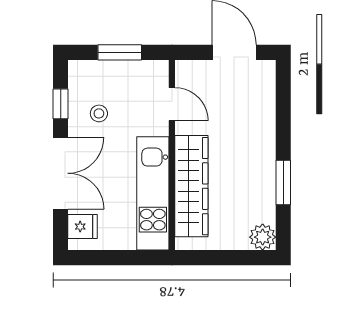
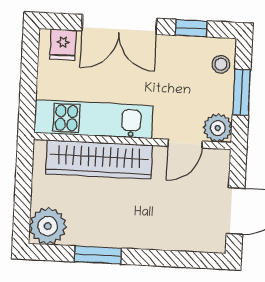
plant: (155, 74) -> (218, 128), added
stool: (99, 113) -> (221, 64), moved
plant: (263, 237) -> (48, 226), width x1.36, depth x1.36

